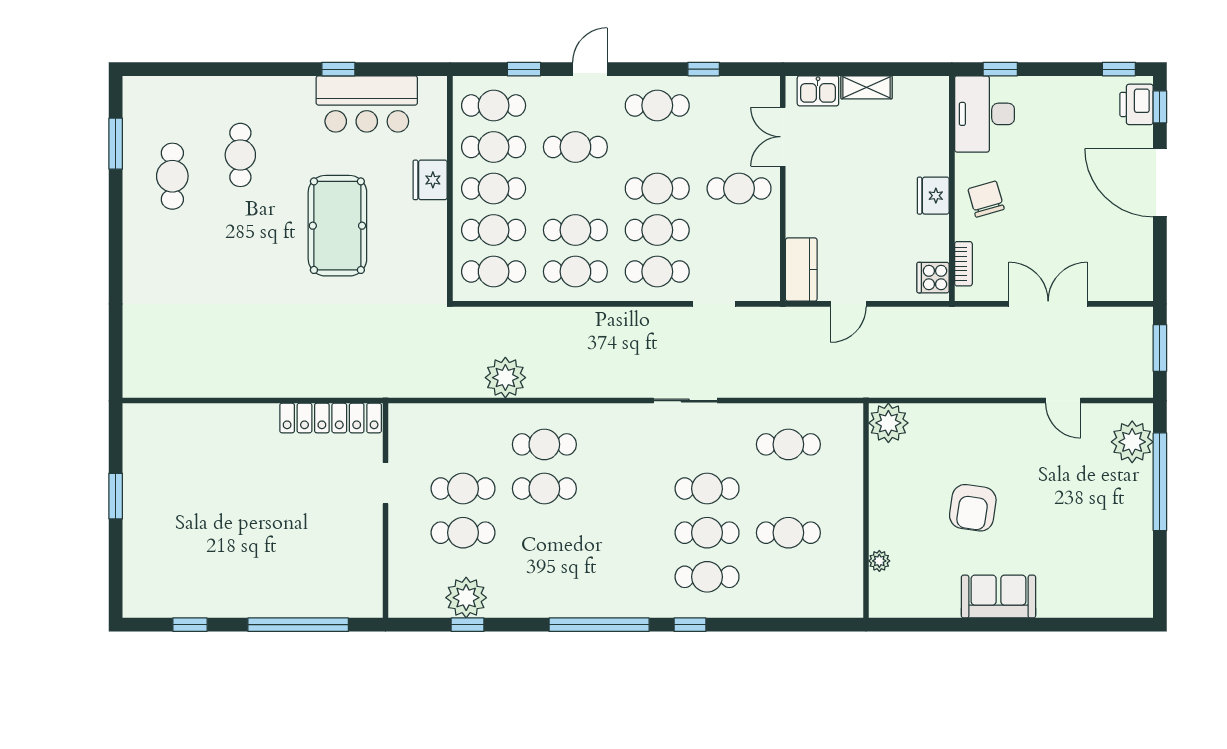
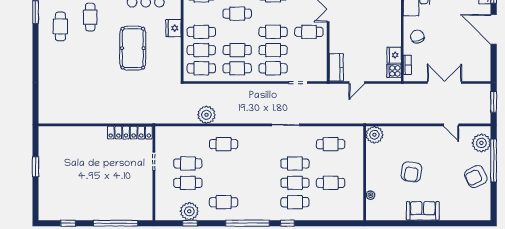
cafe table: (494, 147) -> (201, 14), removed
fridge: (933, 196) -> (394, 55), moved
cafe table: (544, 489) -> (224, 202), moved
armchair: (1119, 518) -> (476, 177), added

